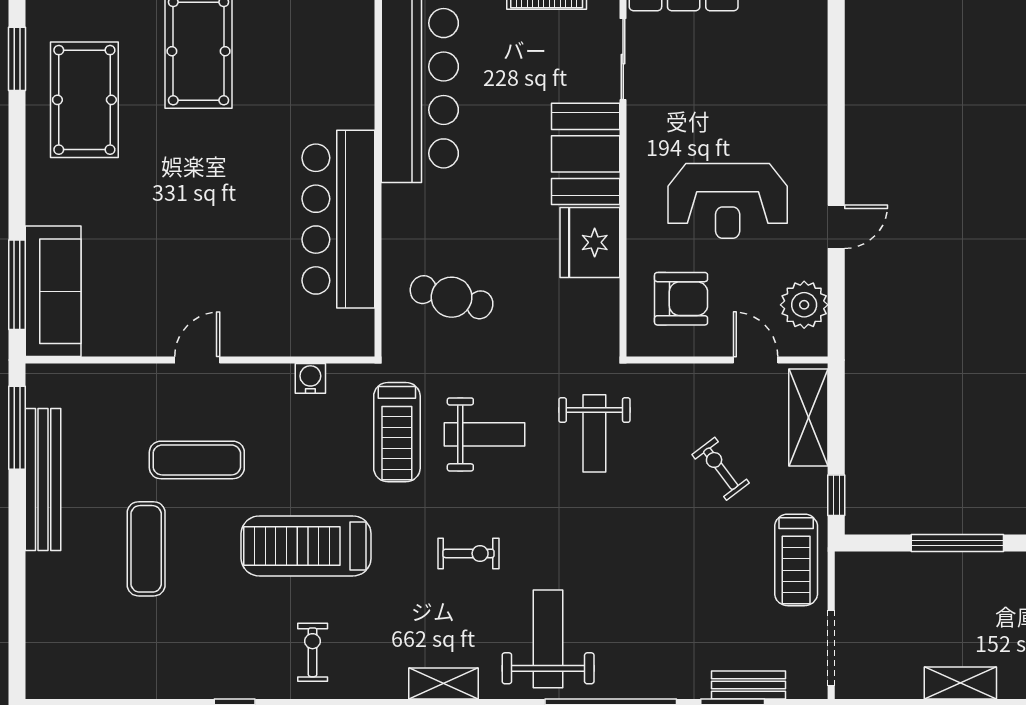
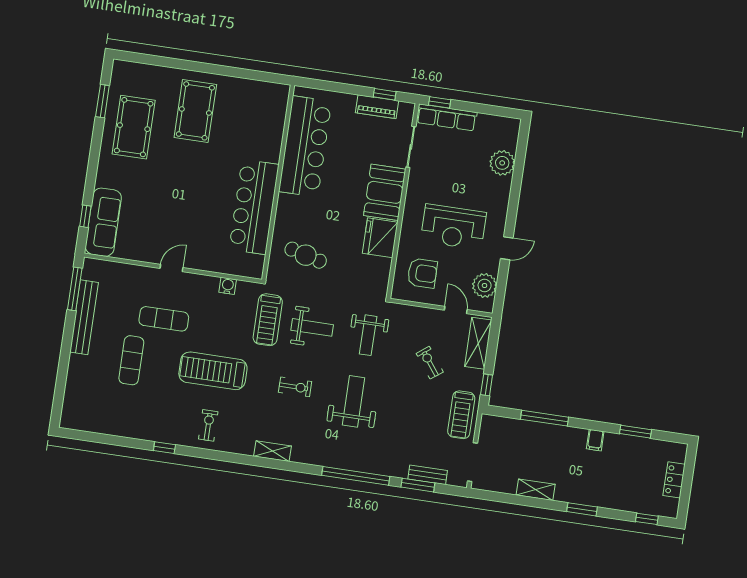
plant: (803, 64) -> (502, 163), added
window: (17, 285) -> (85, 216), width x0.46
weight bench: (548, 639) -> (353, 401), moved

